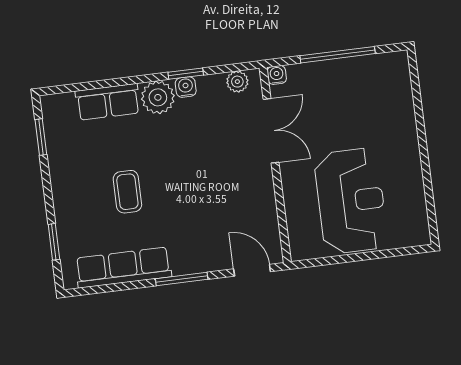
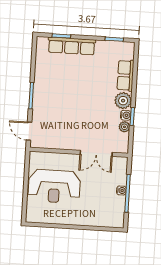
water cooler: (277, 75) -> (121, 190), moved
plant: (237, 82) -> (124, 127), moved
coffee table: (127, 192) -> (79, 77), removed
row of seats: (123, 267) -> (72, 46), moved, turned 90
door: (252, 270) -> (29, 131), swing flipped

